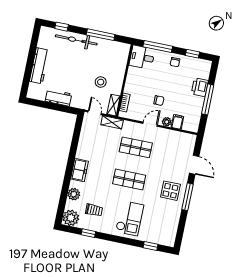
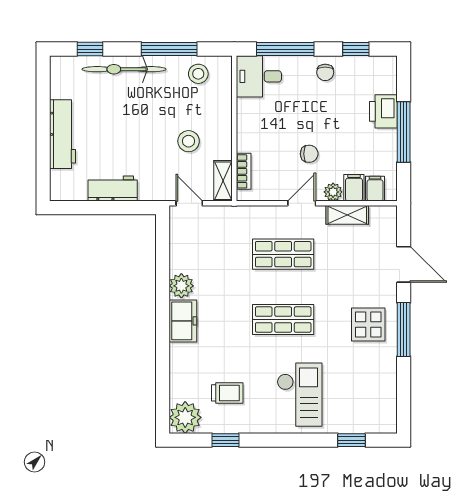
stool: (112, 50) -> (198, 74), added
shelving: (112, 122) -> (347, 215), moved
filing cabinet: (188, 124) -> (375, 189), added
plant: (74, 194) -> (181, 286), moved

